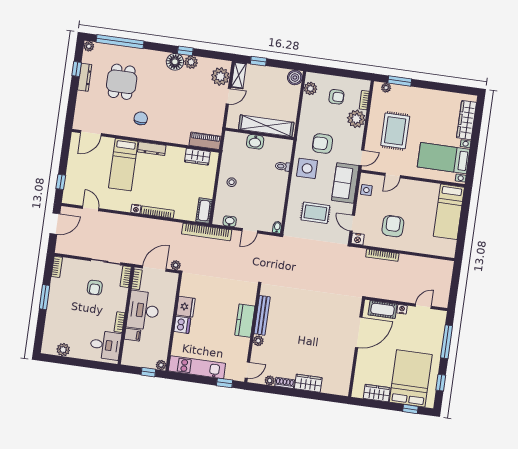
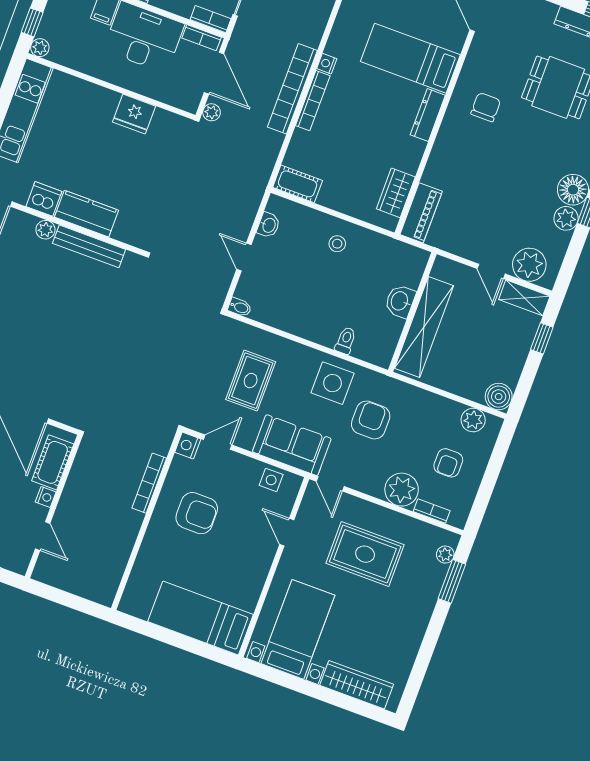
chair: (141, 118) -> (486, 107), turned -92
bookcase: (207, 232) -> (292, 89), moved
dishwasher: (182, 325) -> (44, 199), moved, turned 180

